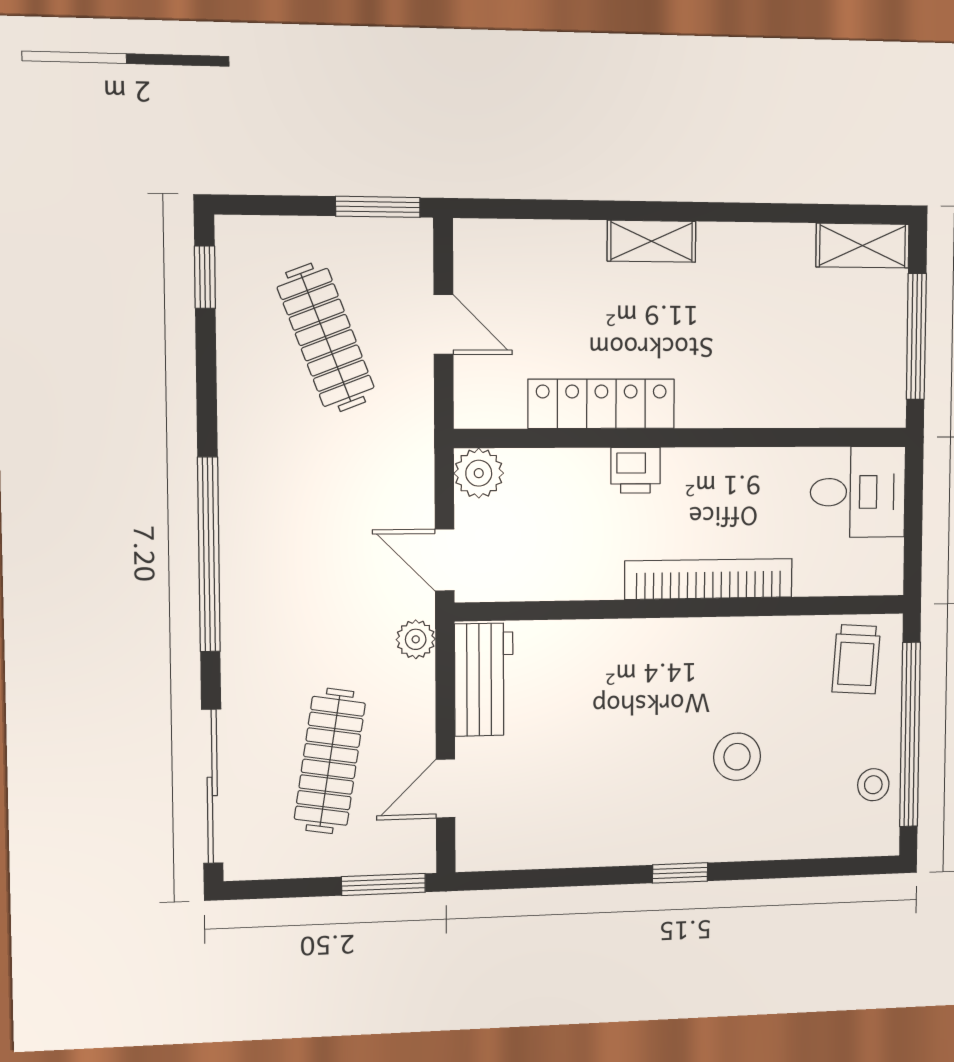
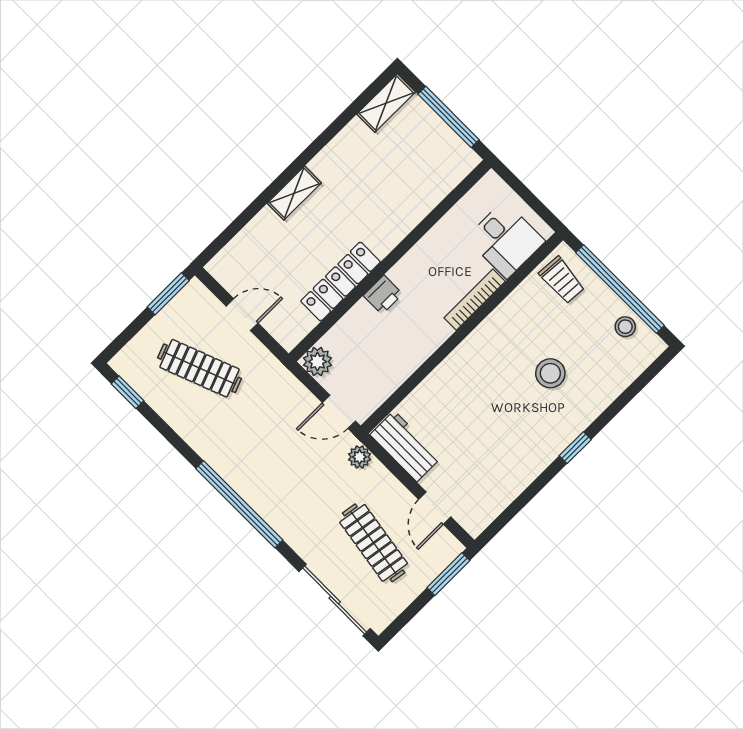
desk: (858, 492) -> (506, 240), moved, turned 90
bookcase: (709, 579) -> (475, 300), width x0.68, depth x0.76

